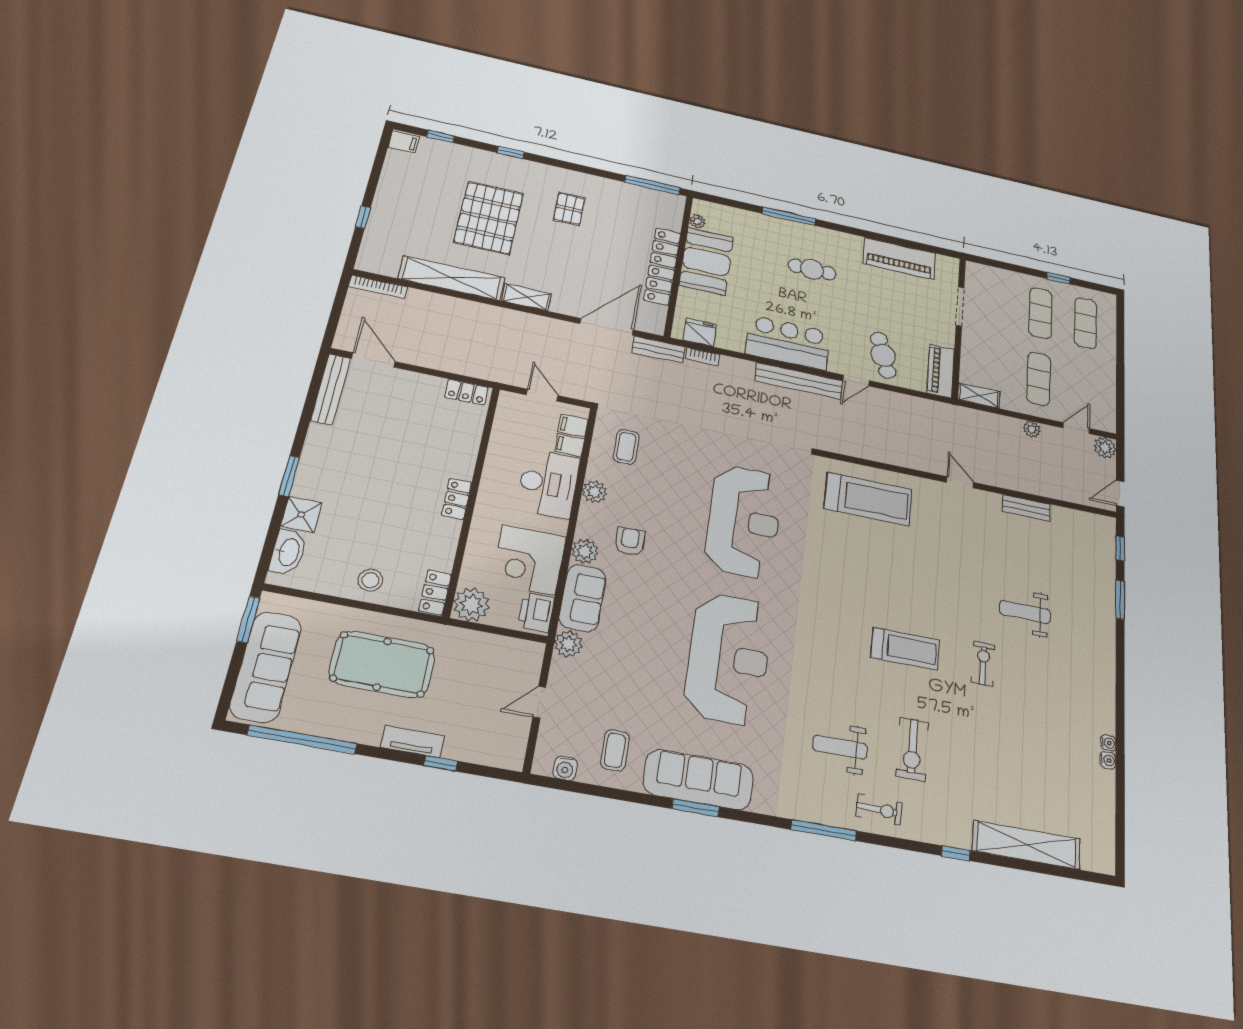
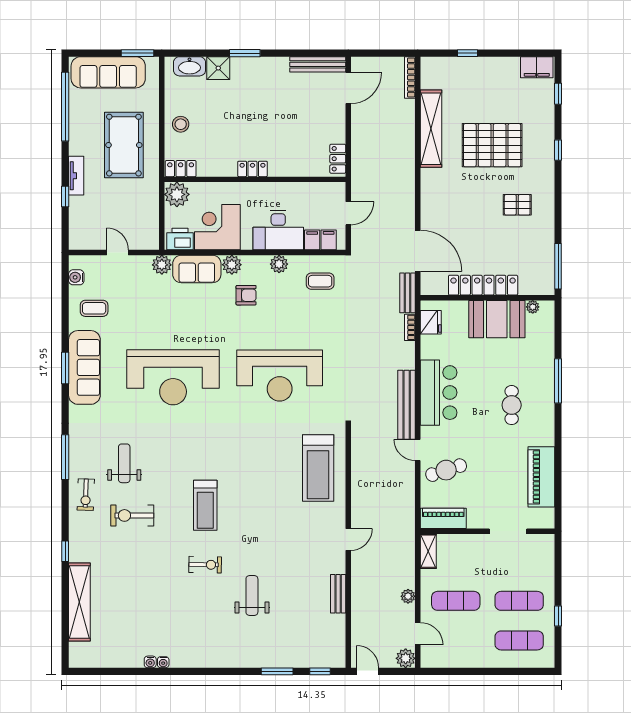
filing cabinet: (404, 142) -> (537, 67), width x2.00
shelving: (526, 297) -> (428, 187), removed

